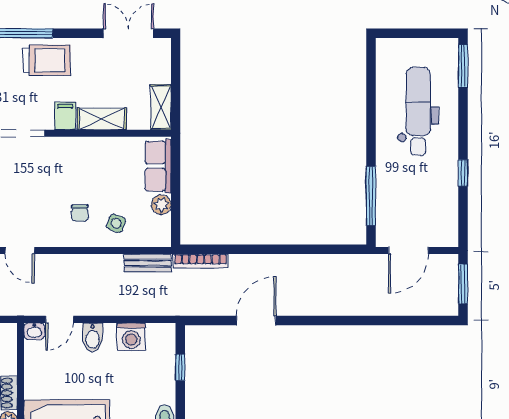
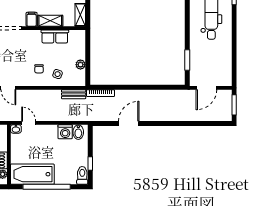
row of seats: (158, 166) -> (55, 36), moved, turned -90
window: (463, 173) -> (234, 48), removed
window: (371, 196) -> (187, 60), width x0.69
door: (60, 319) -> (29, 123), swing flipped
bidet: (93, 337) -> (78, 132), moved
window: (180, 367) -> (90, 164), moved

